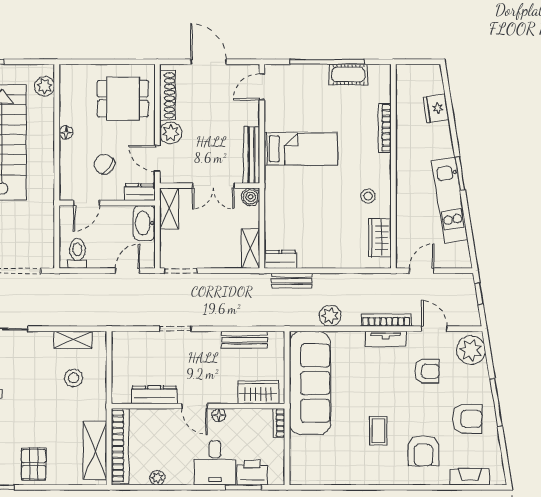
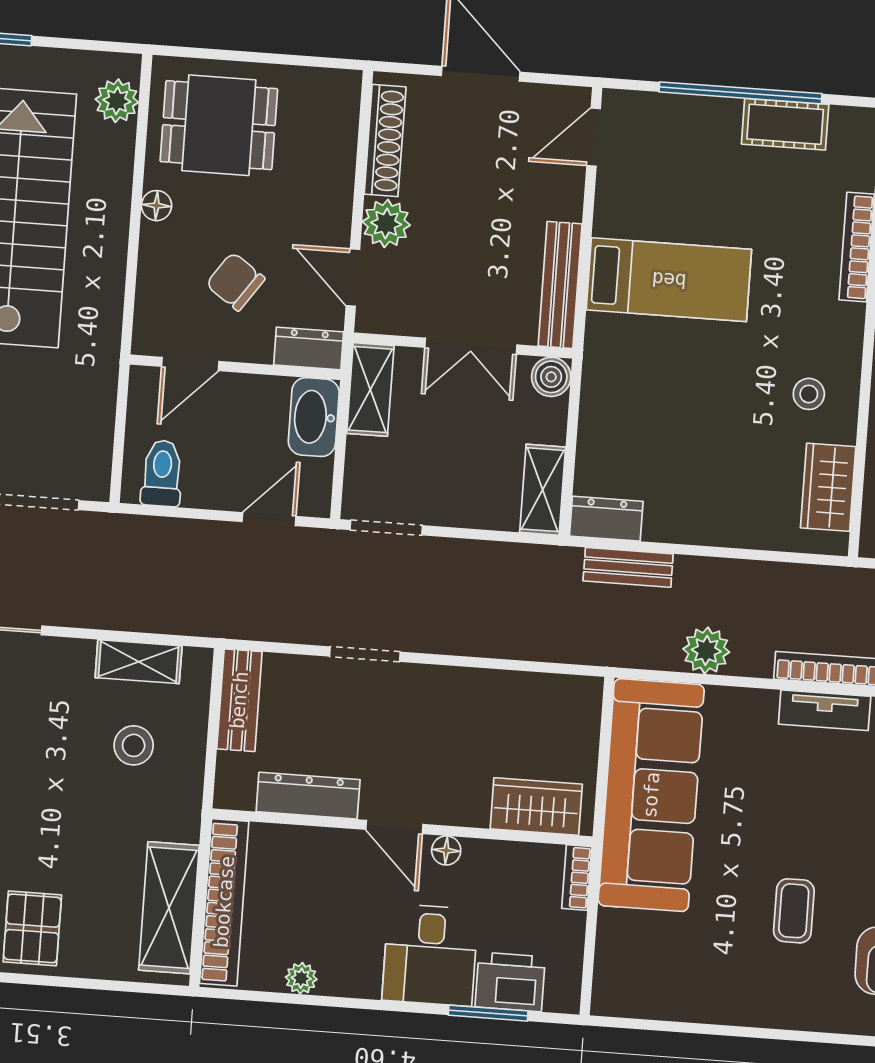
dining table: (123, 99) -> (219, 125), moved
bench: (244, 340) -> (239, 700), moved, turned 90

